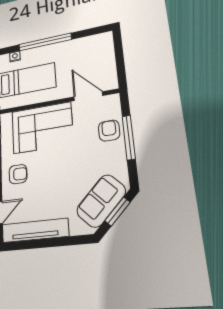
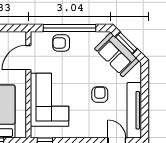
window: (129, 137) -> (69, 28), width x1.46
armchair: (18, 174) -> (100, 95), moved

